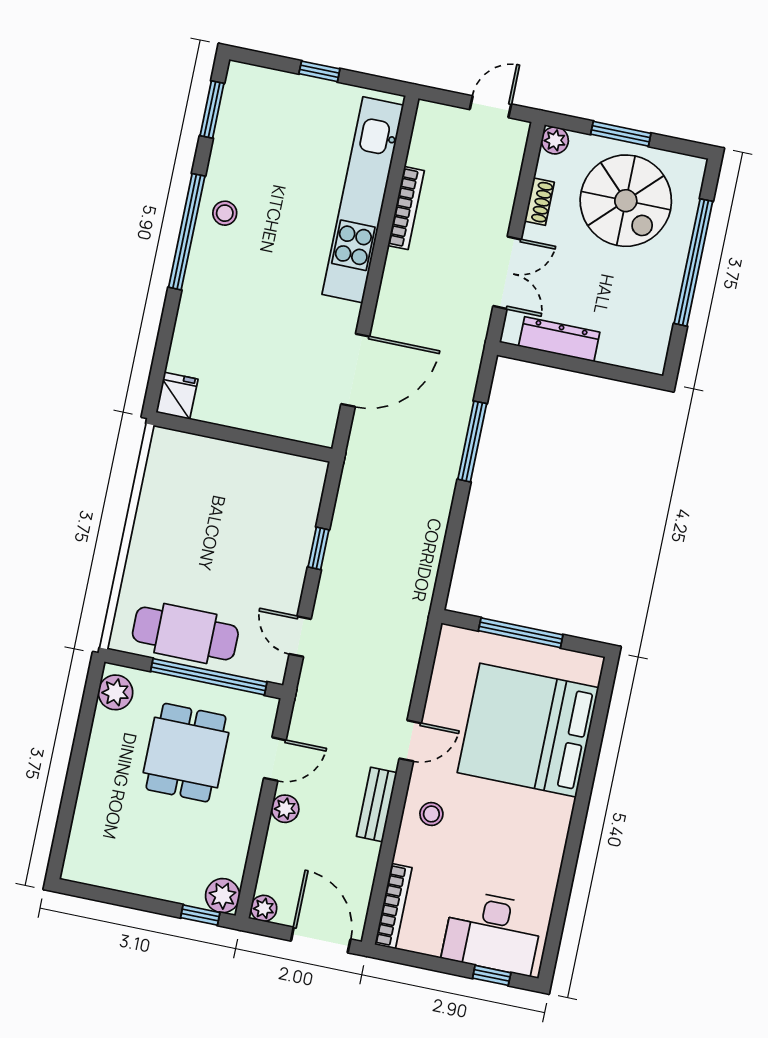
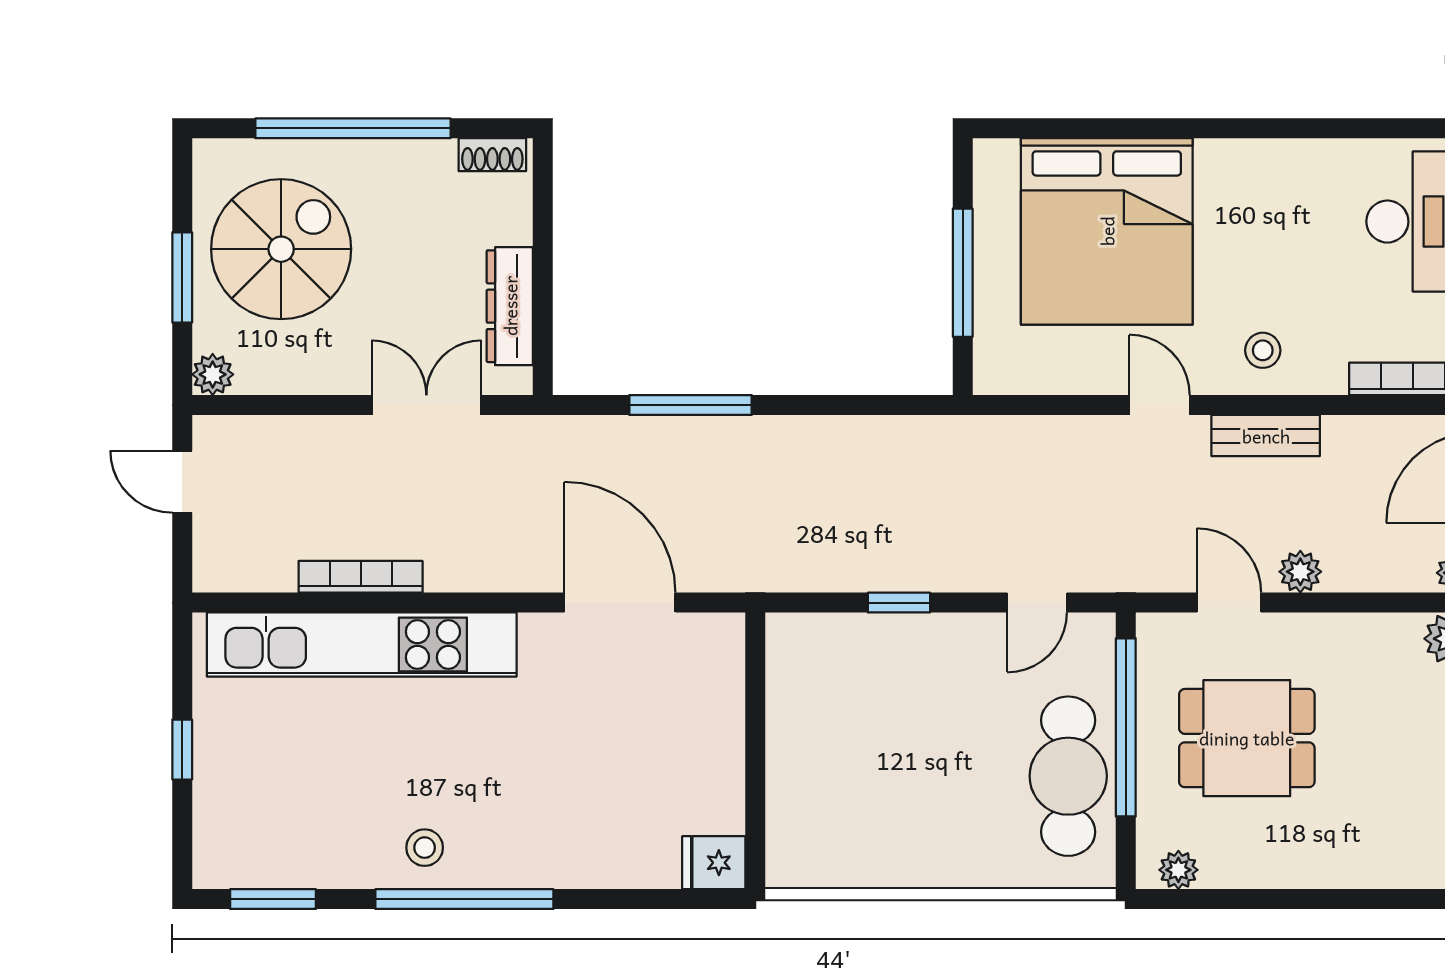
shoe rack: (539, 202) -> (492, 155), moved, turned 180
plant: (115, 692) -> (1178, 870), width x0.73, depth x0.73

